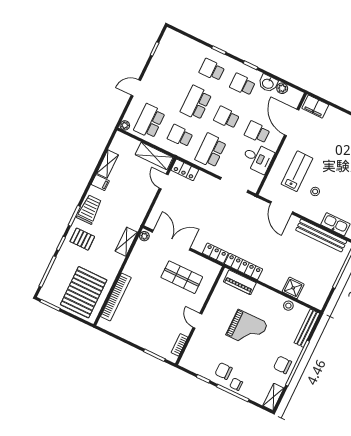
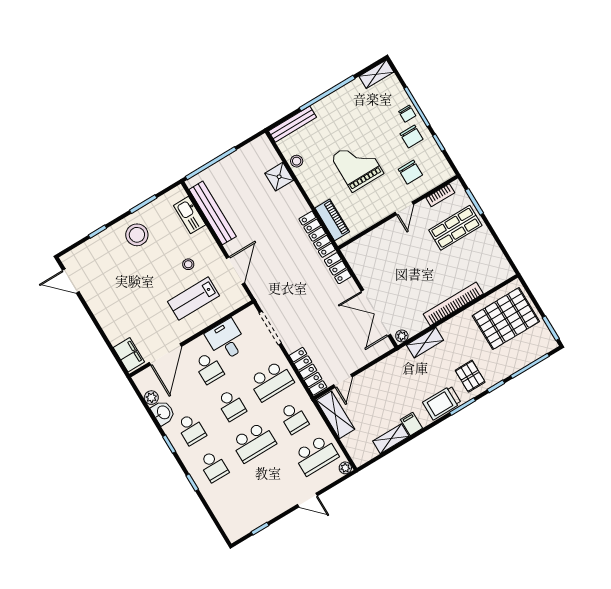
locker: (185, 170) -> (308, 371), width x1.53
shop shelf: (182, 277) -> (455, 228), moved, turned 90
bookcase: (116, 297) -> (453, 304), moved
chair: (283, 365) -> (410, 172), moved

